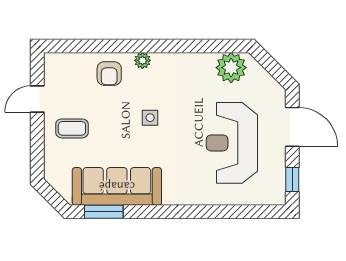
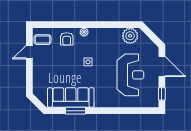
coffee table: (72, 128) -> (43, 40), moved
reception desk: (232, 143) -> (130, 75), turned 180
window: (104, 212) -> (75, 111), moved

